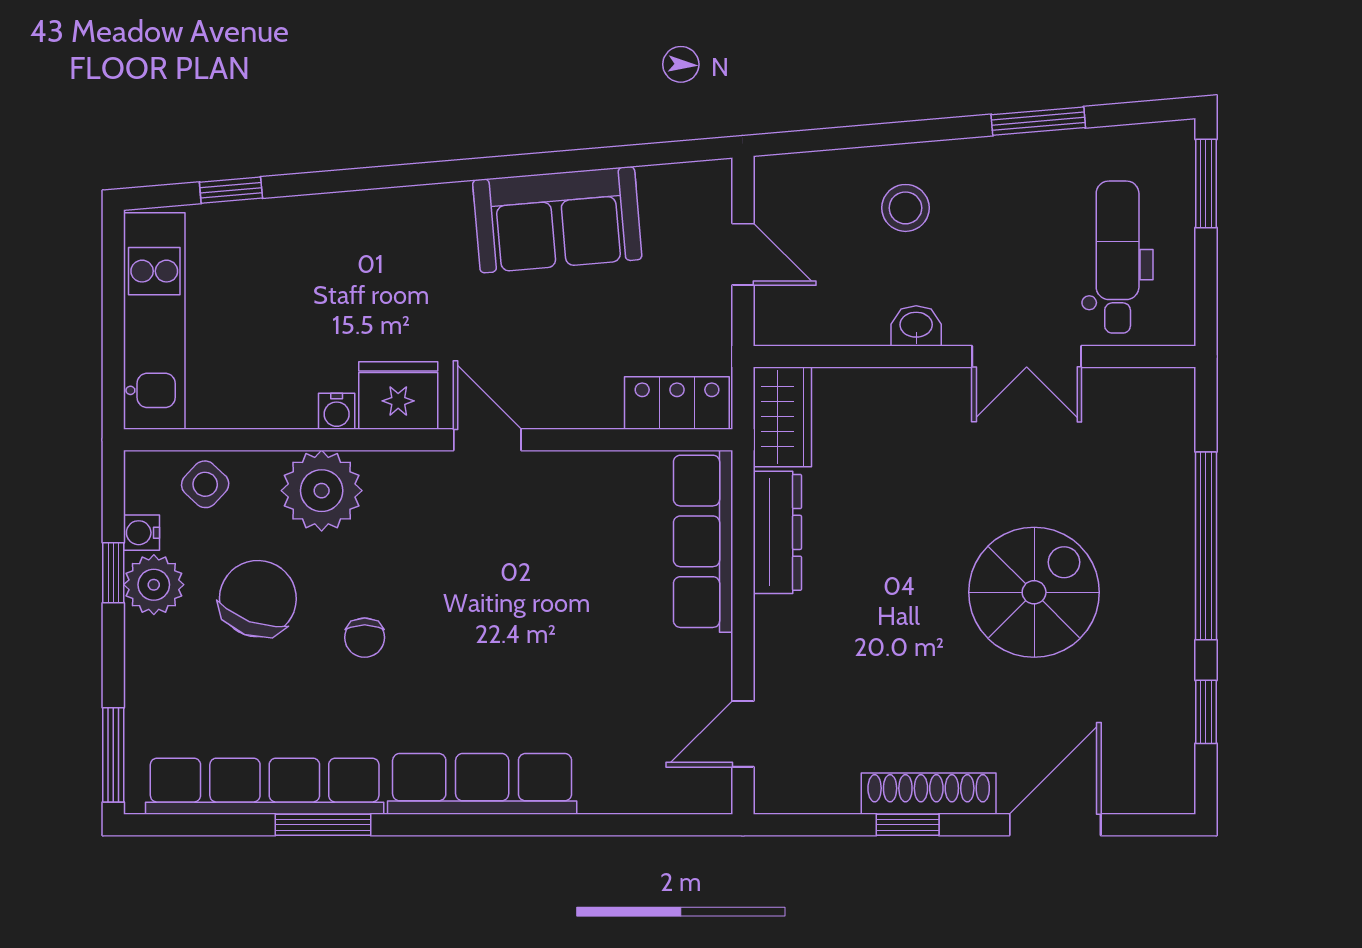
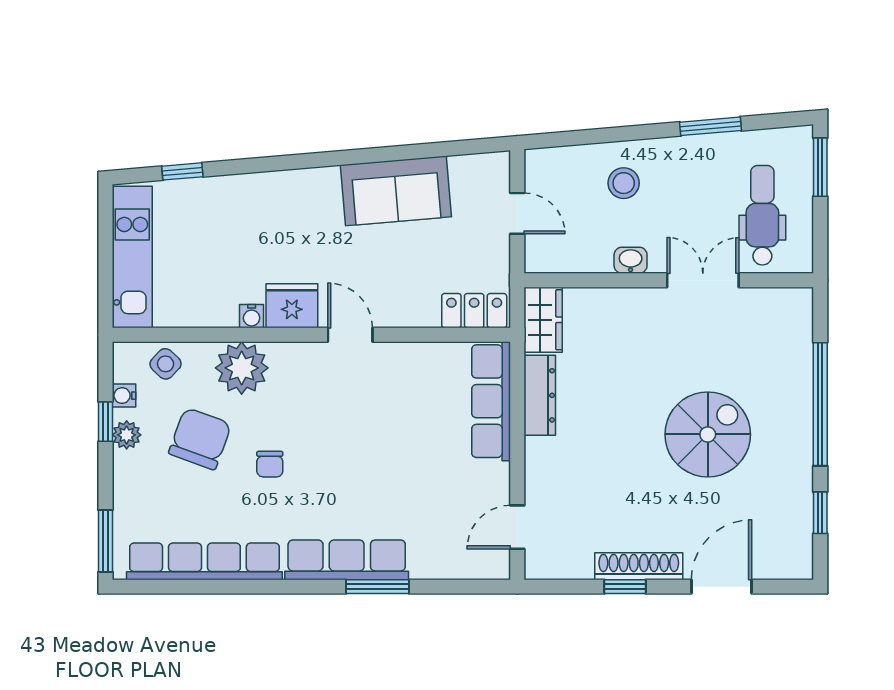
double door: (1027, 357) -> (703, 280), swing flipped
plant: (154, 585) -> (127, 435), width x0.73, depth x0.73
window: (323, 825) -> (378, 587), moved

